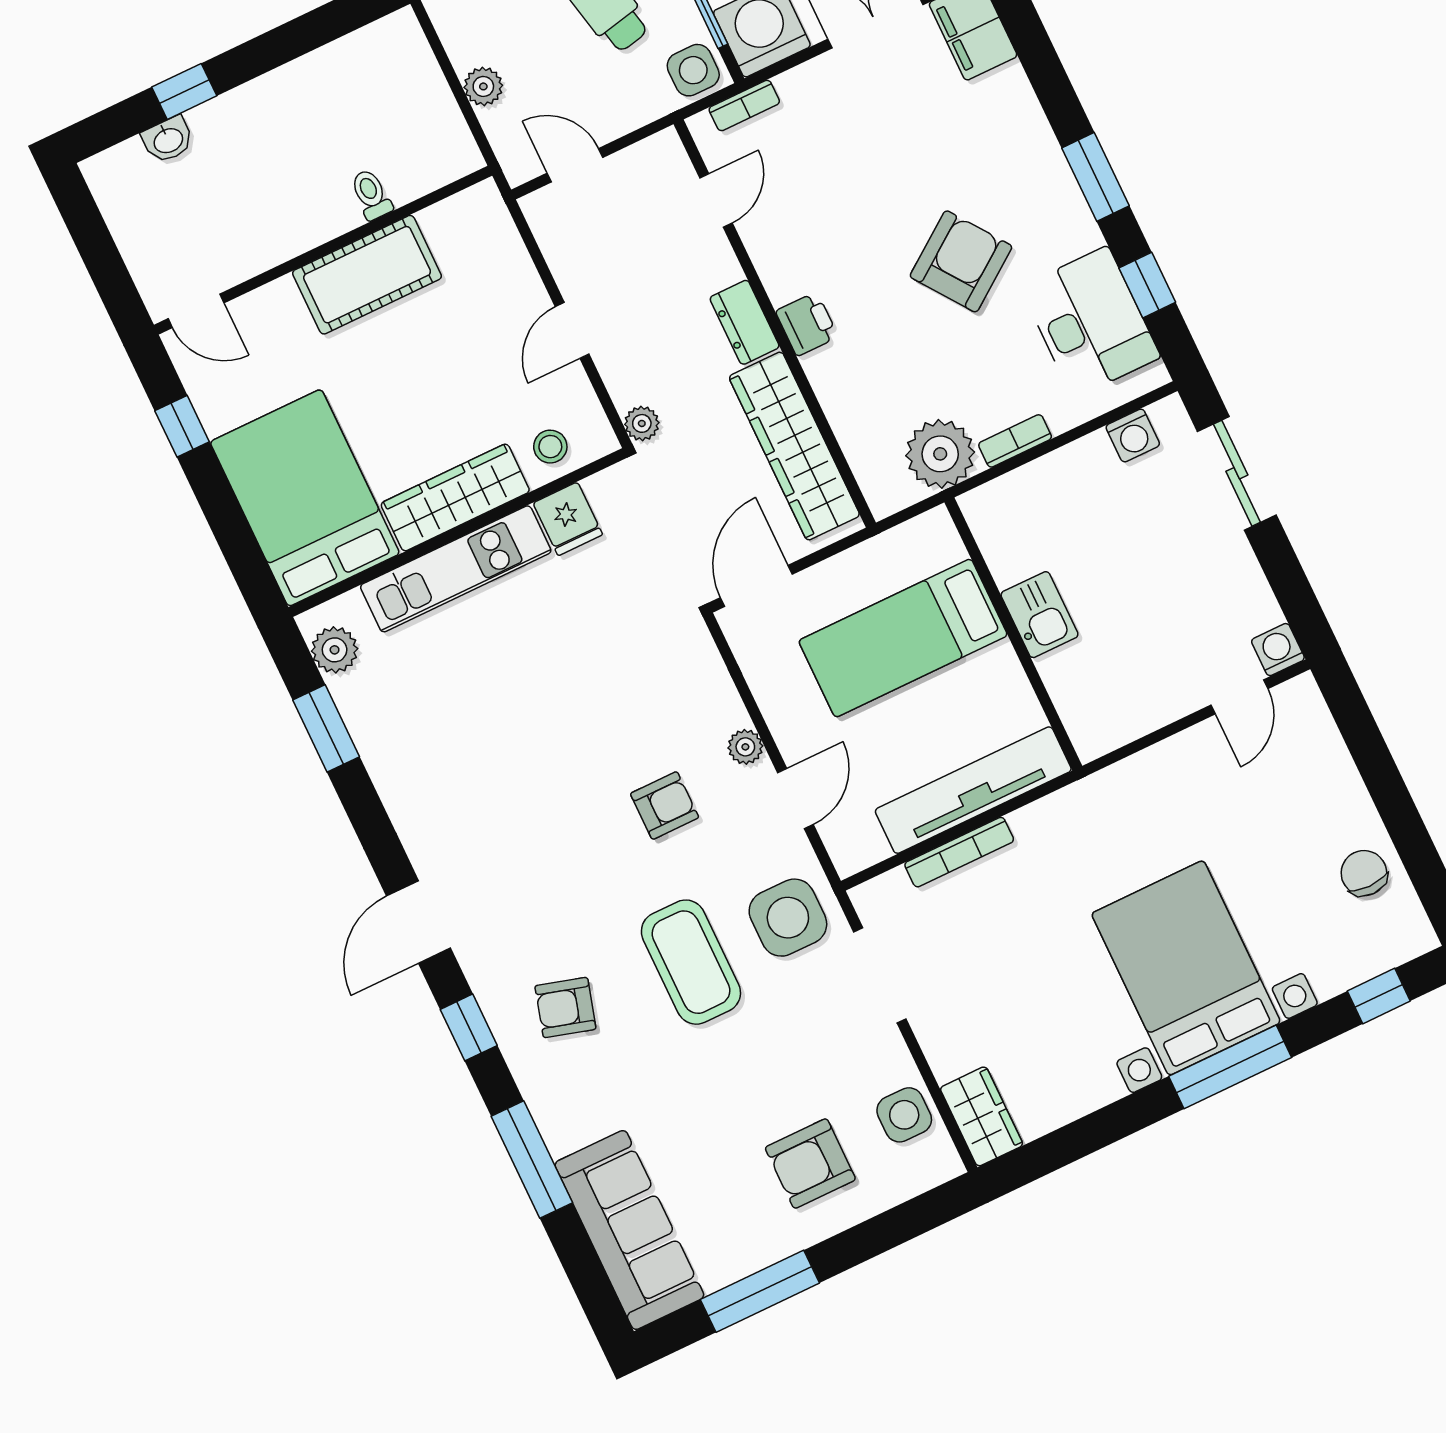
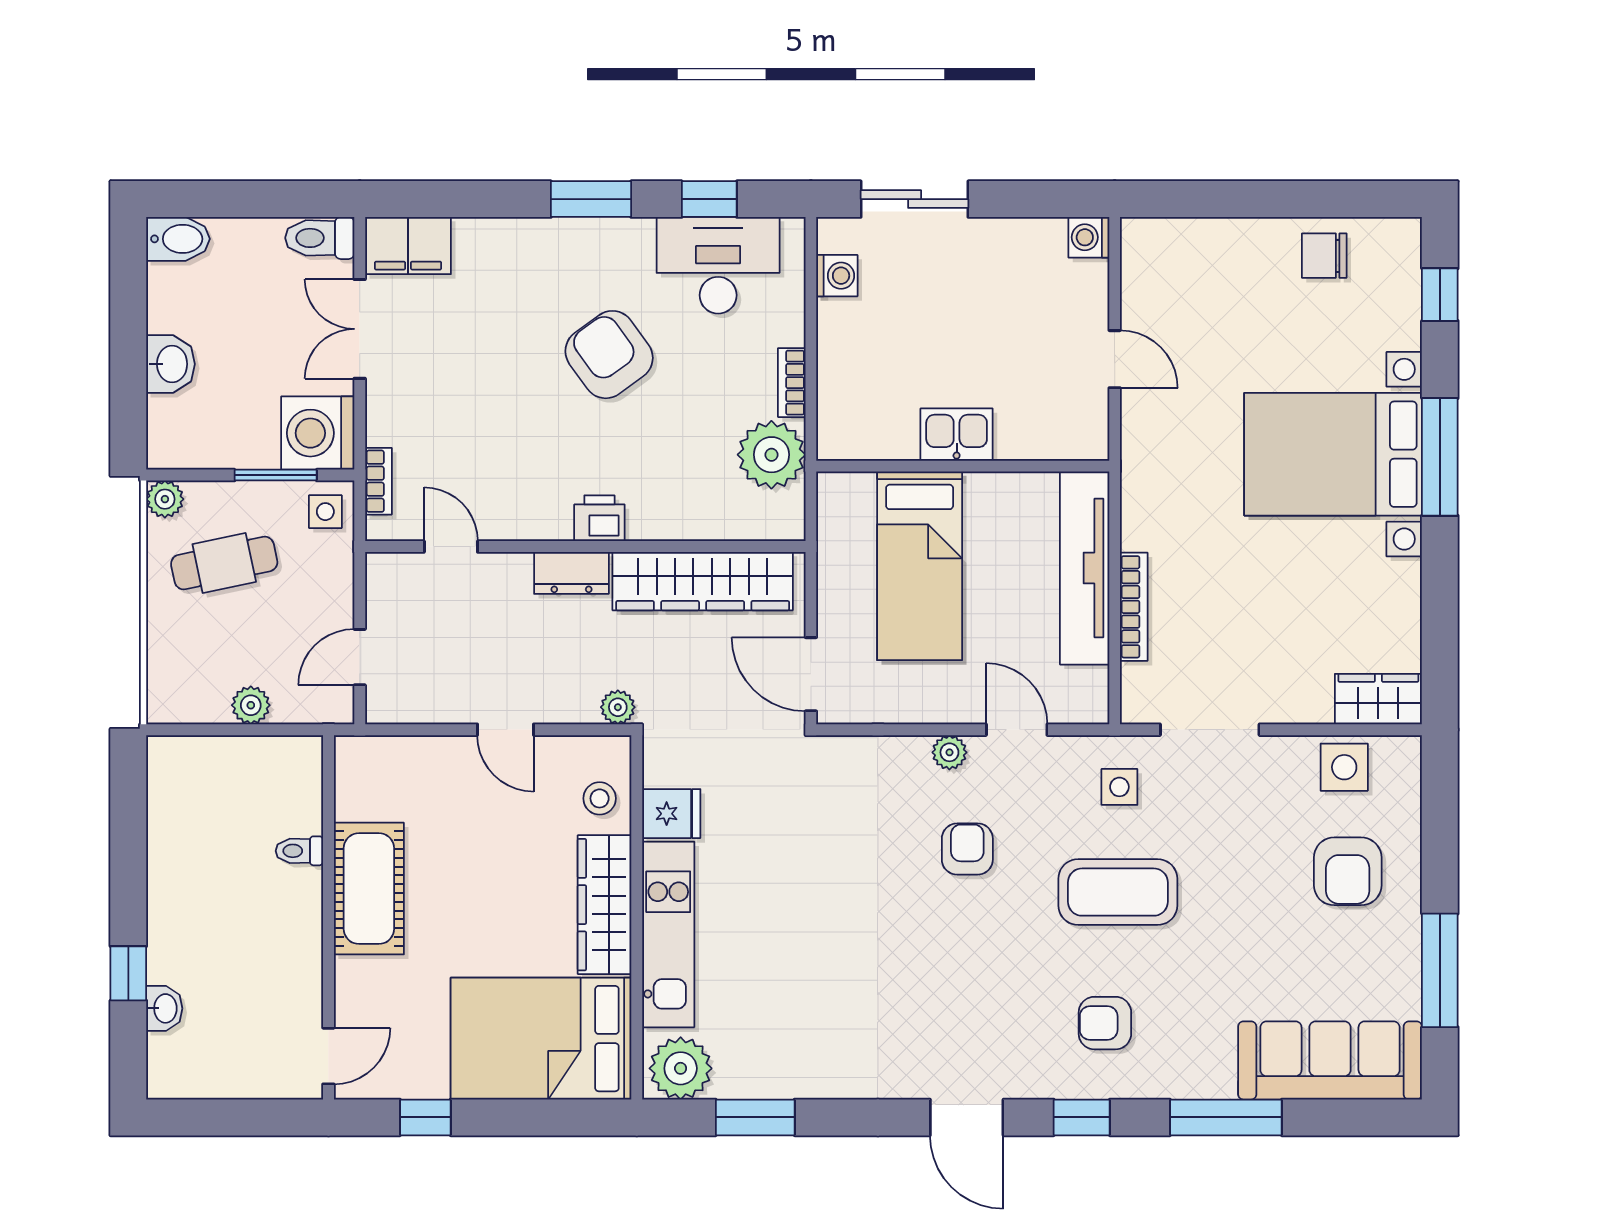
side table: (693, 70) -> (325, 512), width x0.73, depth x0.73
plant: (335, 650) -> (681, 1068), width x1.36, depth x1.36
door: (1239, 697) -> (1115, 359), moved
side table: (788, 918) -> (1119, 787), width x0.54, depth x0.54
armchair: (565, 1008) -> (1105, 1023), turned 74

